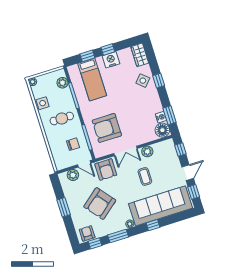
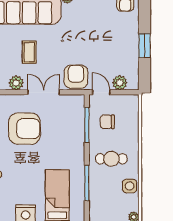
plant: (62, 83) -> (96, 204), removed
armchair: (107, 128) -> (24, 129), moved
armchair: (100, 204) -> (97, 36), removed

